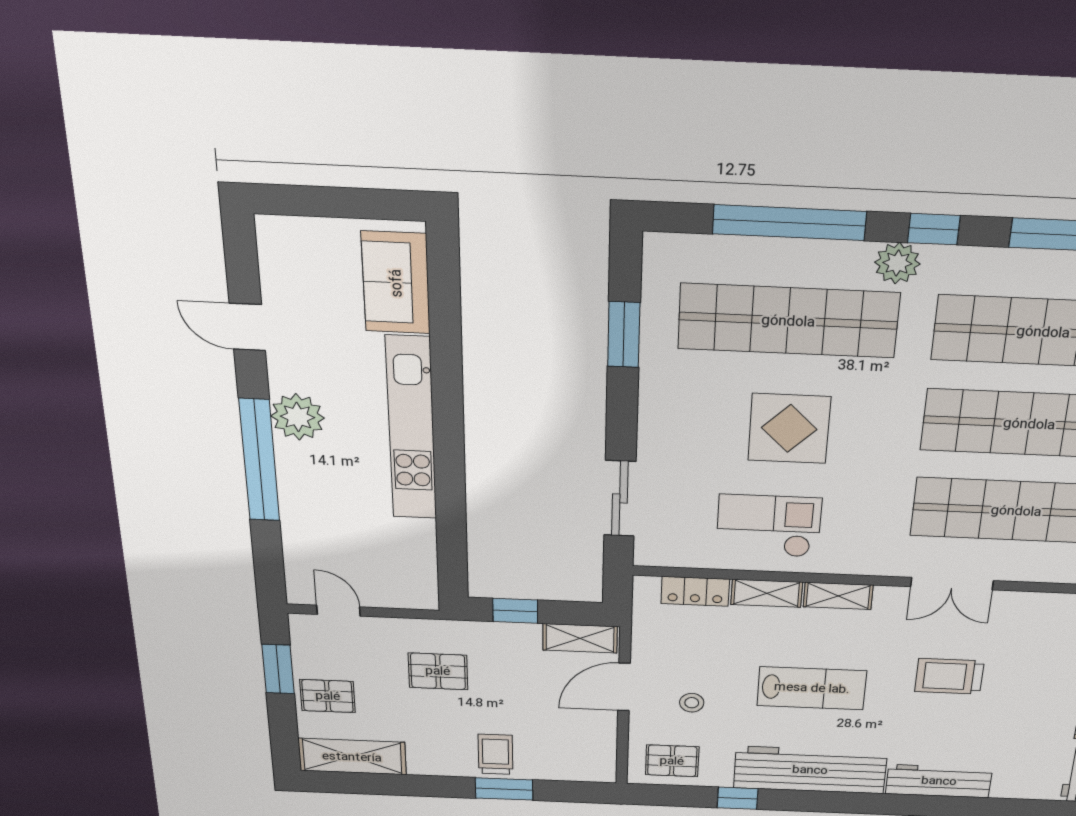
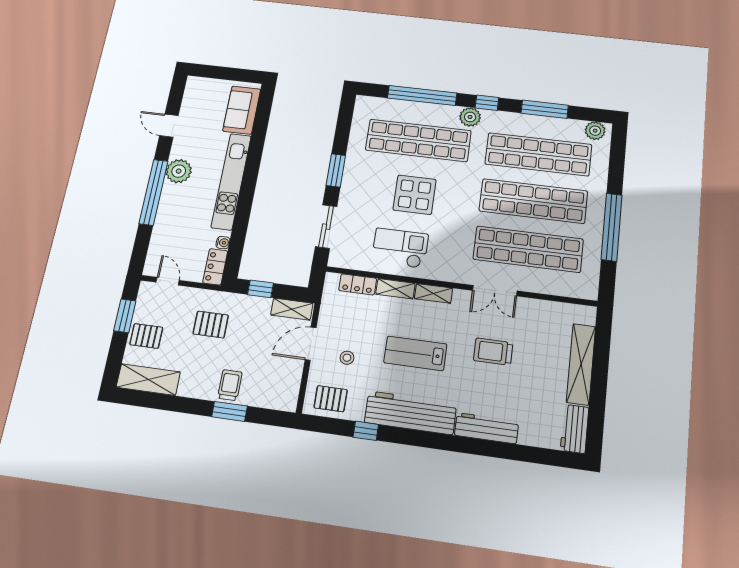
window: (624, 335) -> (336, 170), moved
water cooler: (425, 540) -> (223, 243), added
locker: (421, 581) -> (215, 267), added
lab bench: (812, 688) -> (415, 353), turned 180

